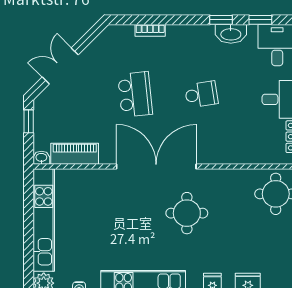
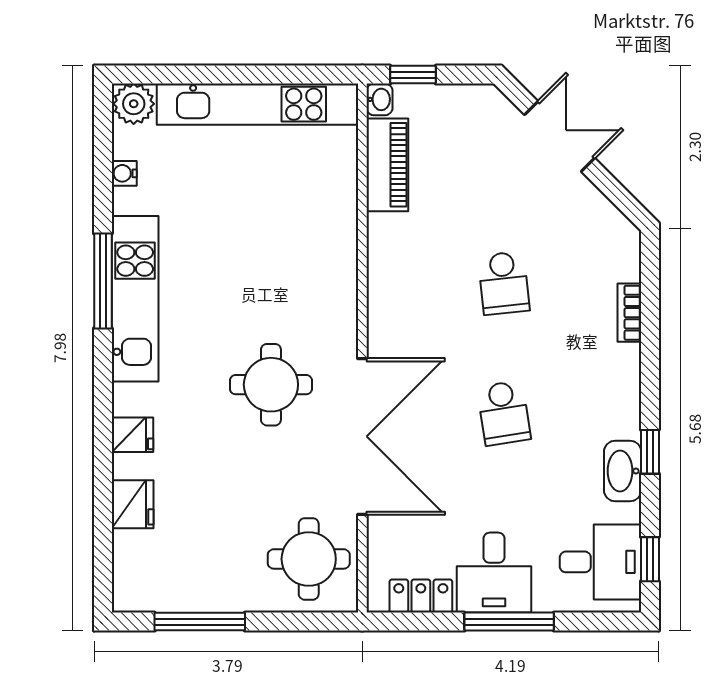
window: (260, 20) -> (650, 559), moved
school desk: (135, 94) -> (504, 283), width x0.54
window: (29, 121) -> (413, 75), moved
double door: (156, 167) -> (362, 436), moved

